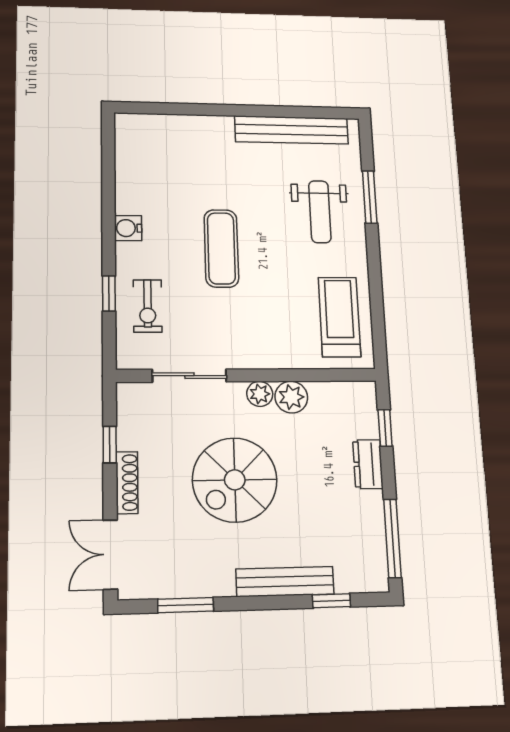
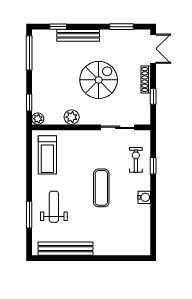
plant: (260, 394) -> (38, 119), moved
dresser: (368, 464) -> (38, 86), removed

